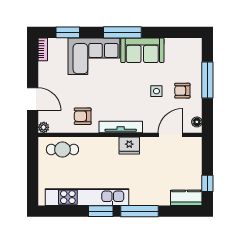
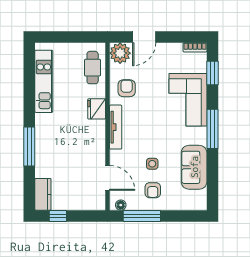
sofa: (142, 50) -> (194, 167), moved
window: (207, 80) -> (142, 216), moved
armchair: (182, 91) -> (153, 190), turned 180
plant: (44, 127) -> (120, 53), width x1.87, depth x1.87
fridge: (129, 146) -> (97, 109), moved
kitchen unit: (87, 197) -> (44, 81), width x0.73
window: (101, 211) -> (29, 107), removed

